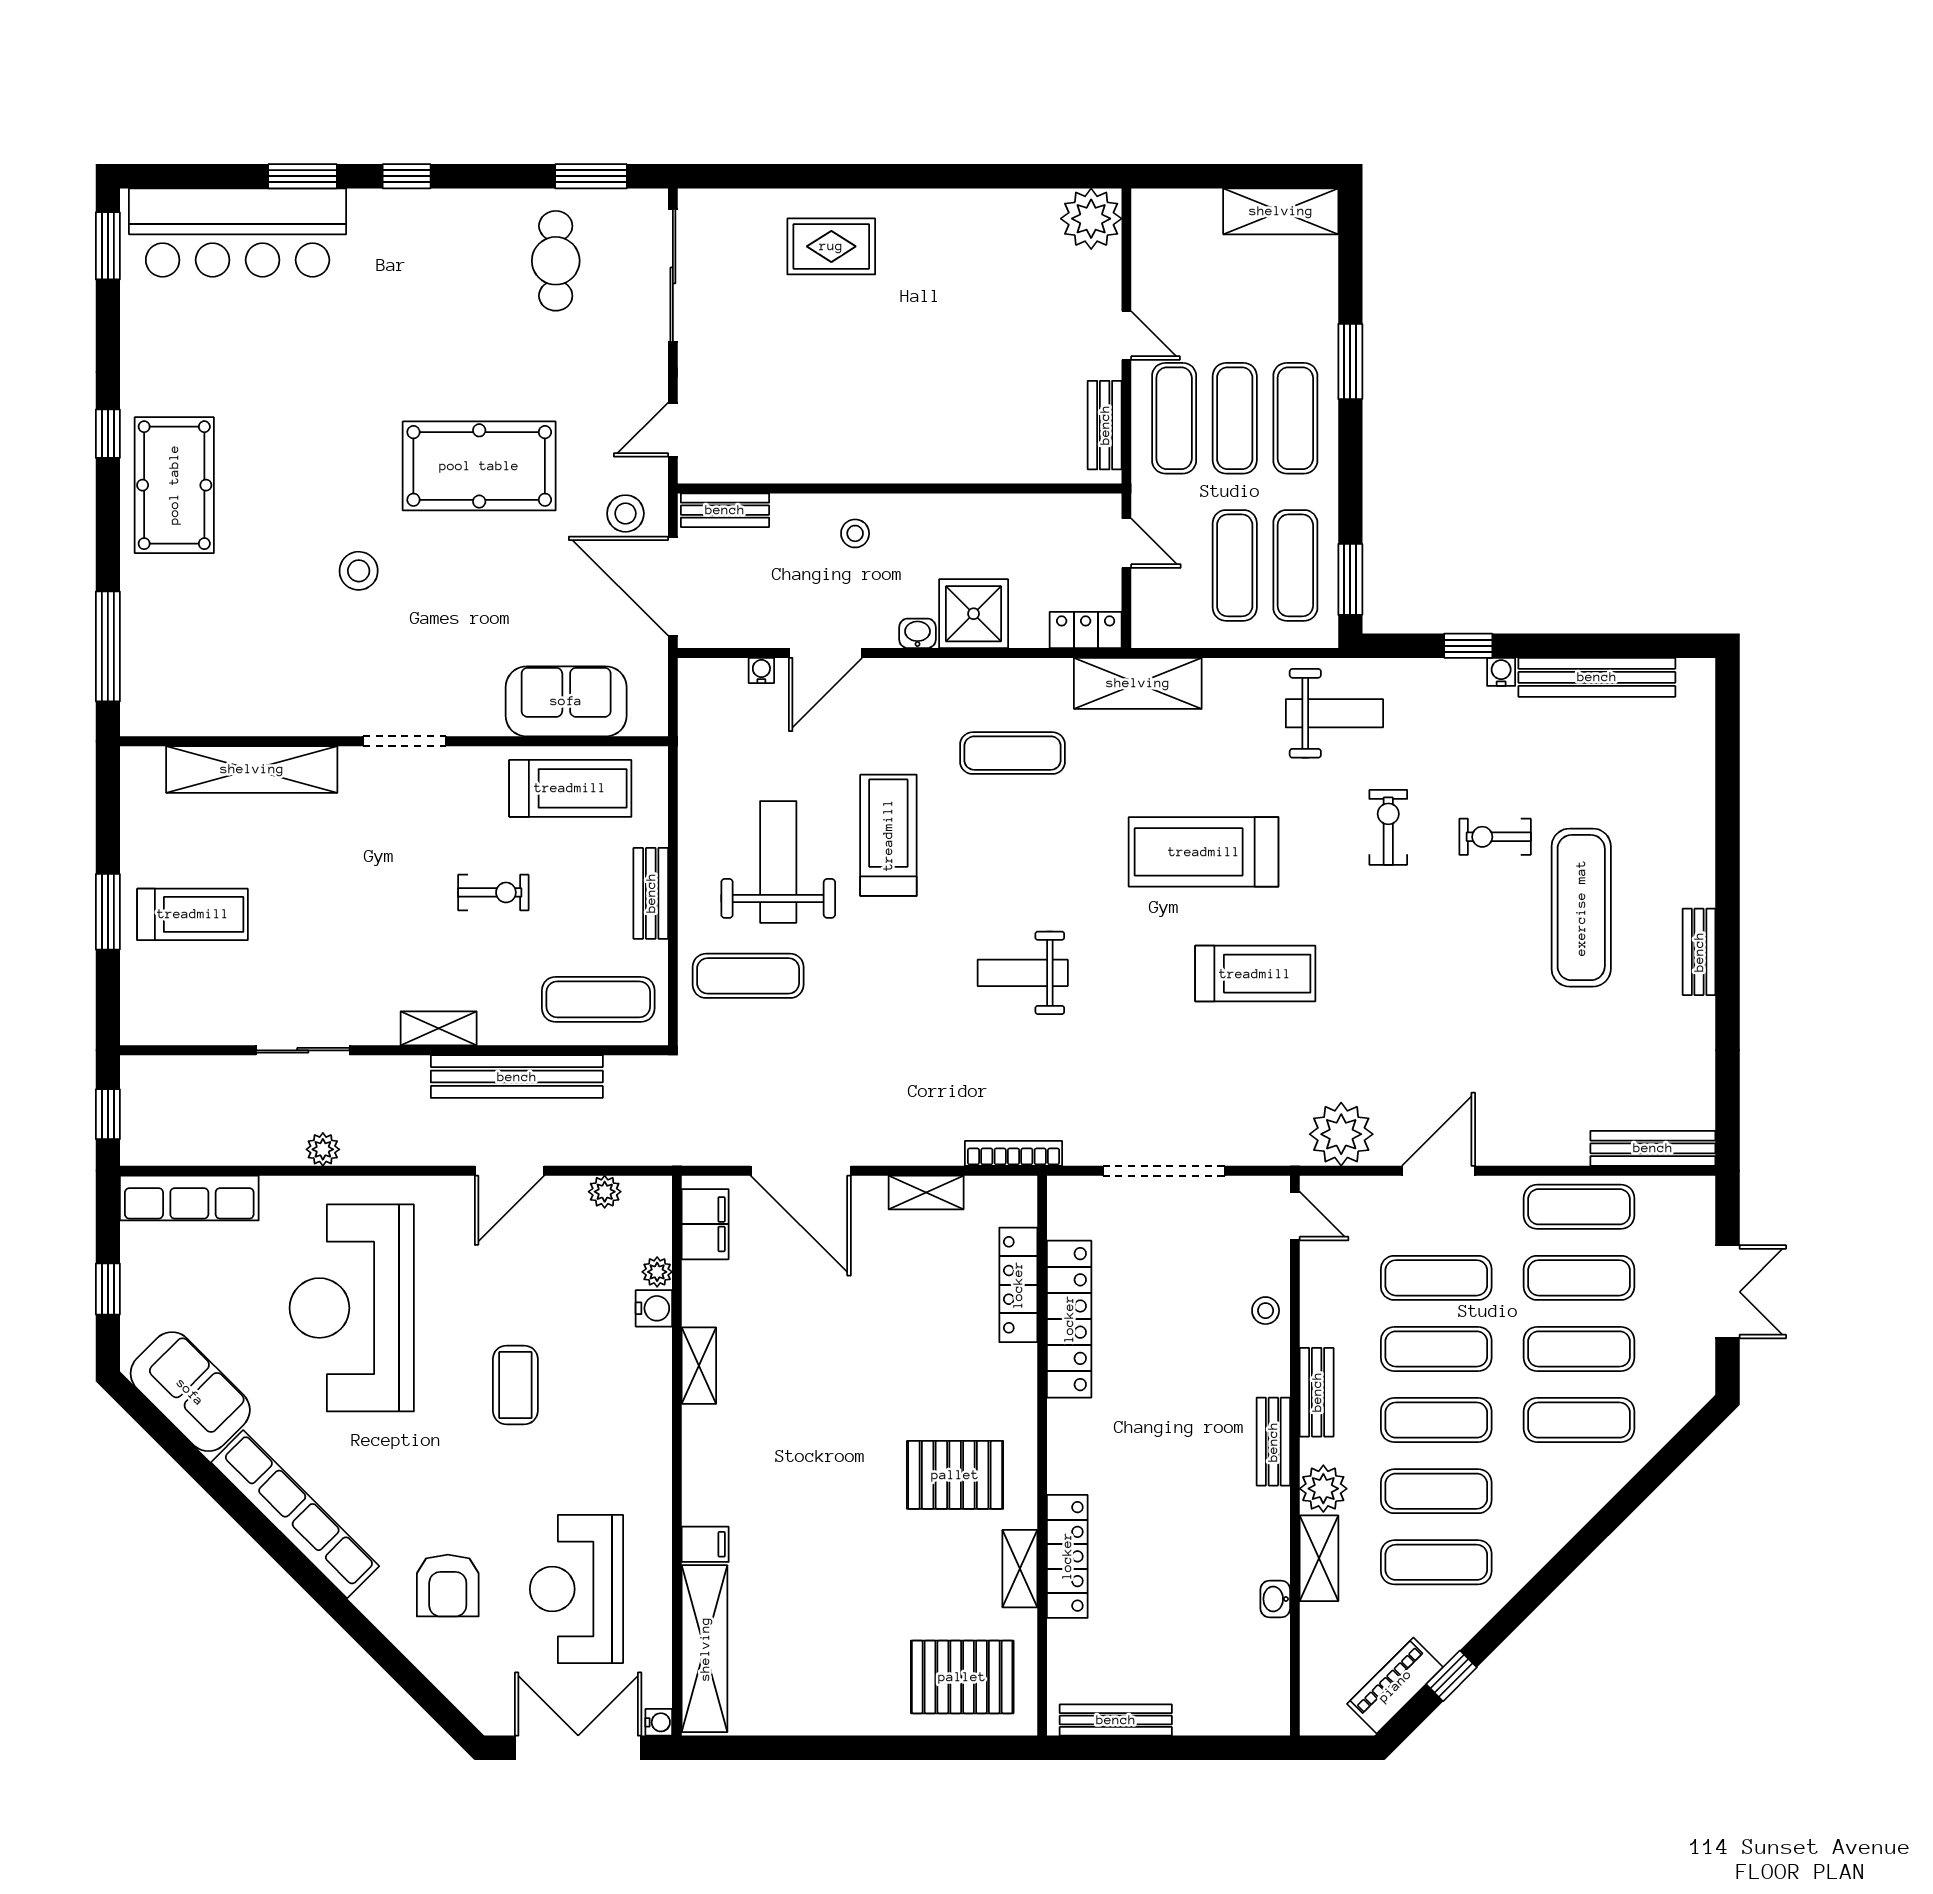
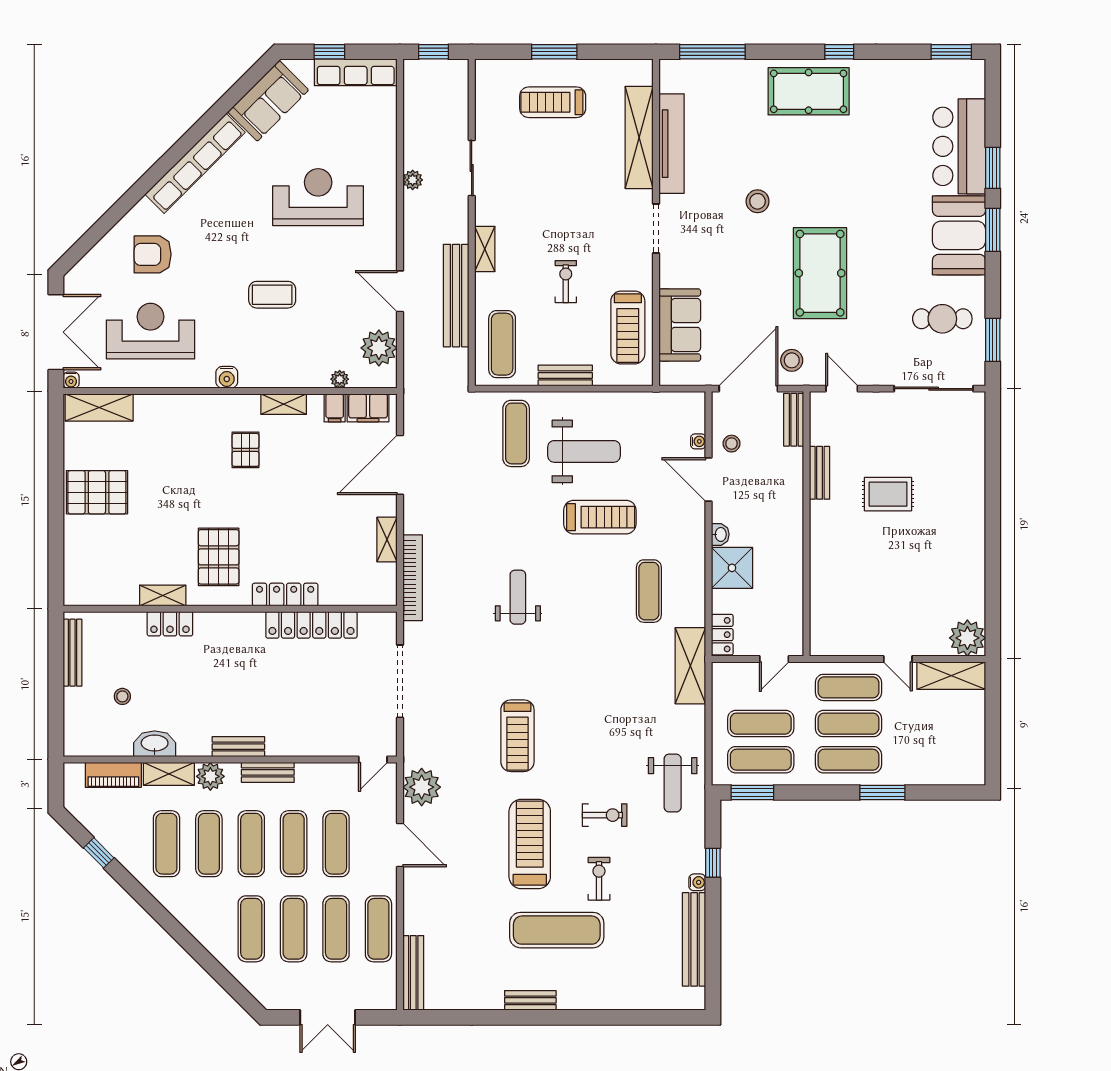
window: (407, 176) -> (993, 230), width x1.50
shelving: (1281, 211) -> (951, 676), moved, turned 90
bar counter: (238, 233) -> (959, 146), width x0.73
booth: (416, 233) -> (959, 235), added
rug: (831, 246) -> (888, 494), moved, turned 90
door: (1126, 335) -> (898, 659), hinge flipped
bench: (1105, 425) -> (820, 473), moved, turned 90
stool: (855, 533) -> (732, 444), moved
tv unit: (262, 715) -> (672, 144), added
treadmill: (1204, 852) -> (530, 844), moved
exercise bike: (493, 892) -> (566, 282), turned 180
treadmill: (193, 914) -> (553, 102), turned 90
bookcase: (1014, 1153) -> (413, 578), width x1.48, depth x1.31
plant: (605, 1192) -> (379, 348), width x1.87, depth x1.87
row of seats: (189, 1198) -> (356, 72), moved, turned -90
locker: (1018, 1285) -> (285, 595), moved
reception desk: (352, 1308) -> (318, 197), width x0.74, depth x0.77
water cooler: (654, 1308) -> (227, 377), moved
stool: (1266, 1311) -> (122, 696), moved
pallet: (776, 1430) -> (246, 450), added
filing cabinet: (705, 1544) -> (335, 408), moved
locker: (1067, 1556) -> (170, 624), width x0.66
washbasin: (1275, 1599) -> (155, 744), width x1.91, depth x1.45
shelving: (705, 1649) -> (99, 407), width x0.68
pallet: (962, 1677) -> (97, 492), moved, turned 90
piano: (1395, 1686) -> (113, 775), moved, turned 135

